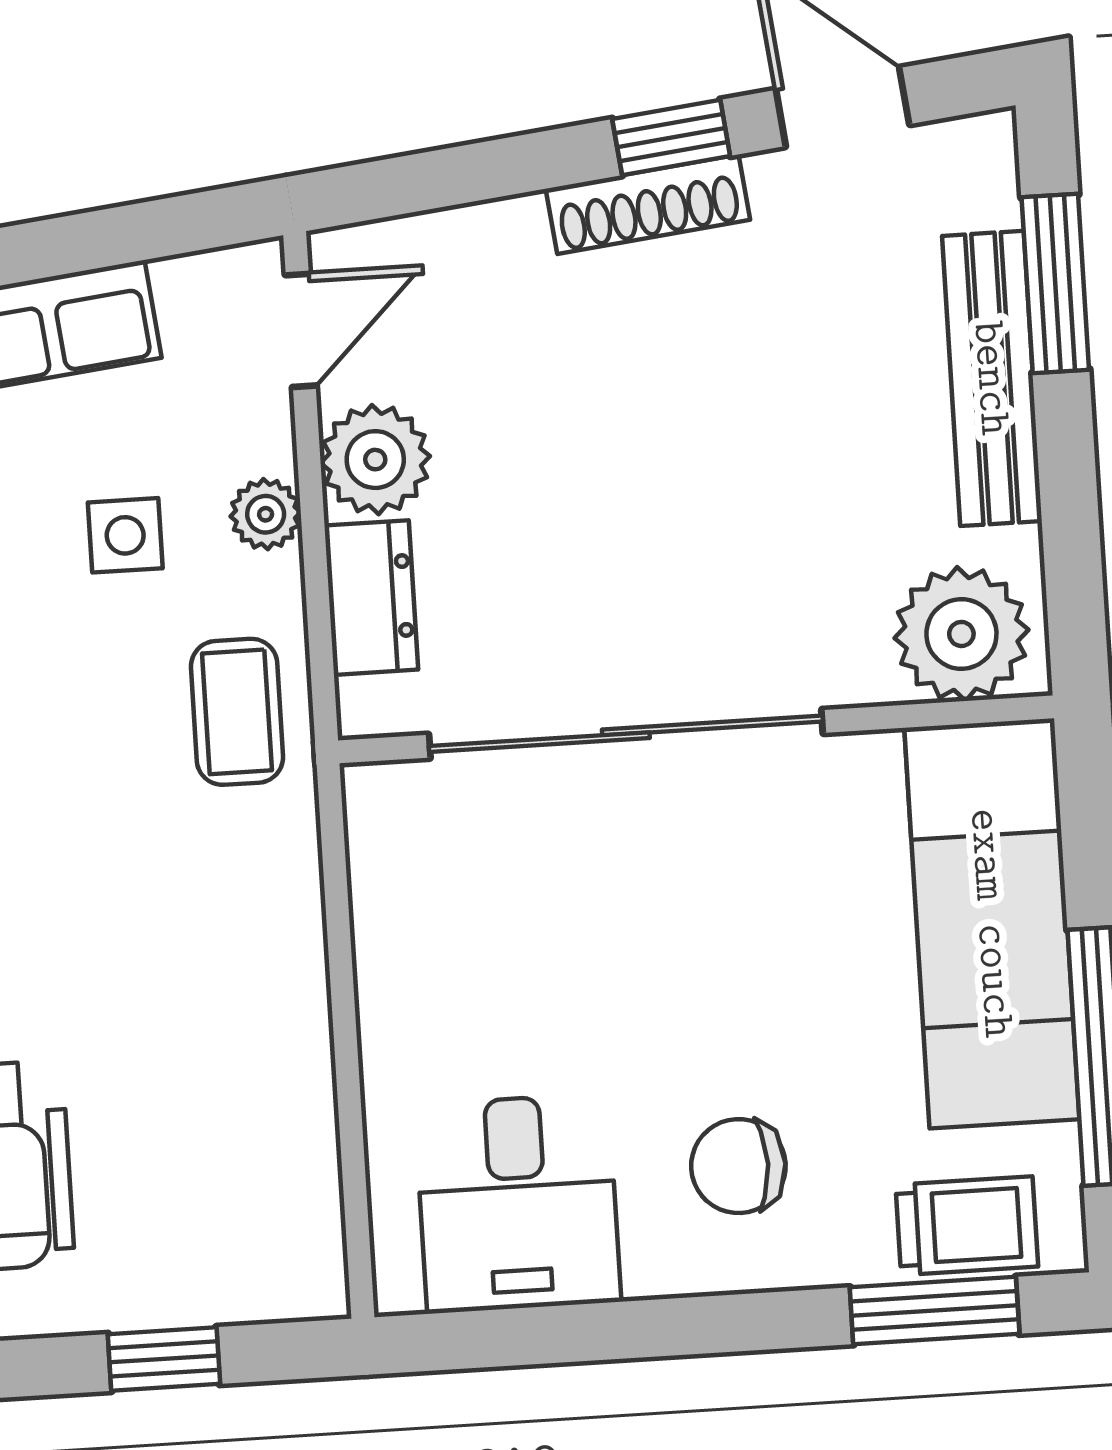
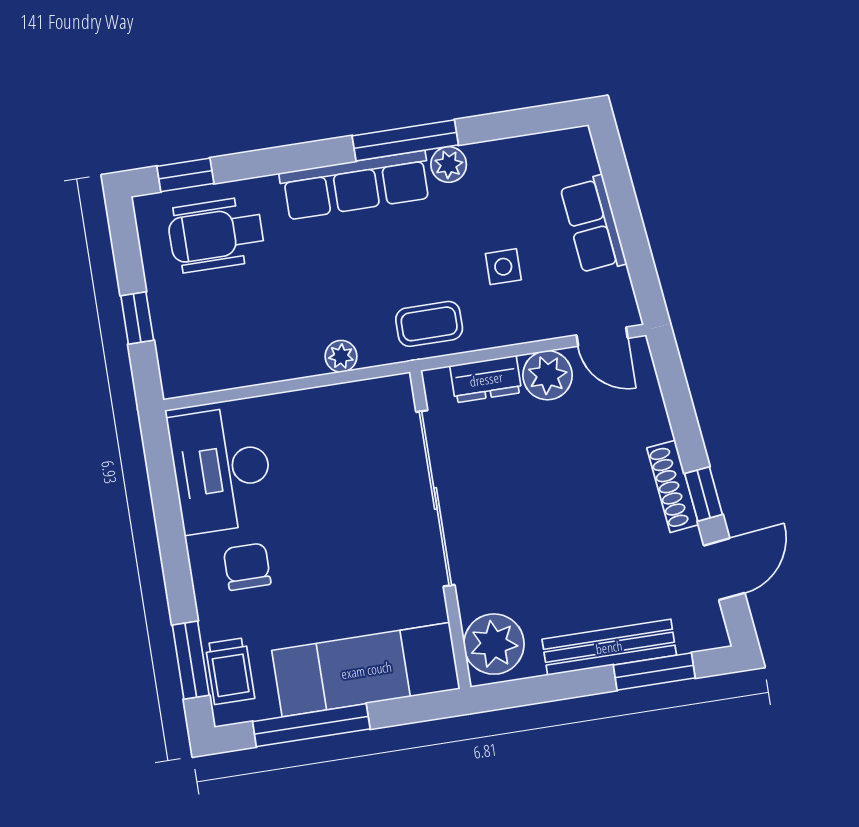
plant: (266, 514) -> (341, 356), moved
desk: (518, 1203) -> (221, 470), width x1.37

